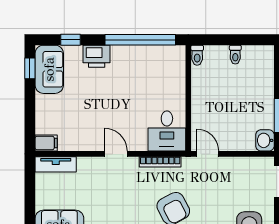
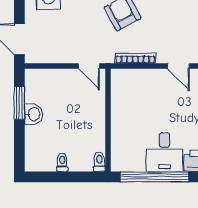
desk: (167, 131) -> (164, 152), moved, turned 180
washbasin: (265, 140) -> (33, 114), moved

